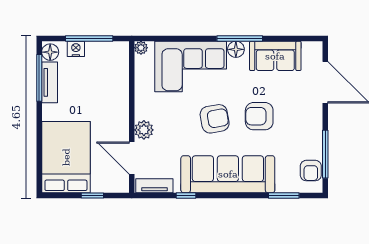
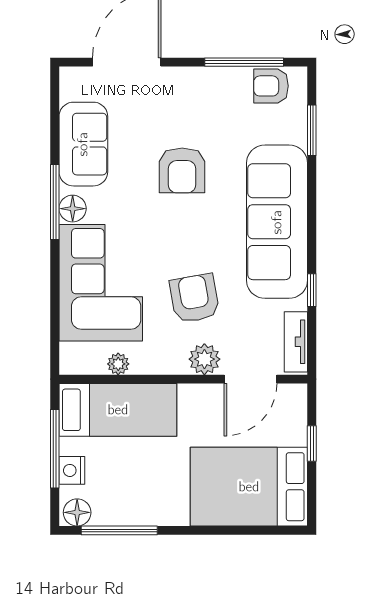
plant: (141, 48) -> (118, 364), moved
bed: (113, 77) -> (118, 410), added
tv unit: (50, 82) -> (127, 513), removed
armchair: (215, 119) -> (194, 298), moved
armchair: (311, 171) -> (271, 86), turned 180

